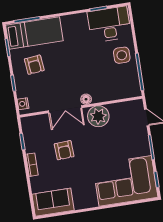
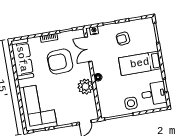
desk: (109, 24) -> (154, 94), width x0.73
bed: (34, 33) -> (140, 63), moved, turned 90
double door: (65, 109) -> (88, 49), moved
armchair: (64, 150) -> (60, 62), width x1.88, depth x1.88
sofa: (53, 202) -> (22, 59), width x1.36

